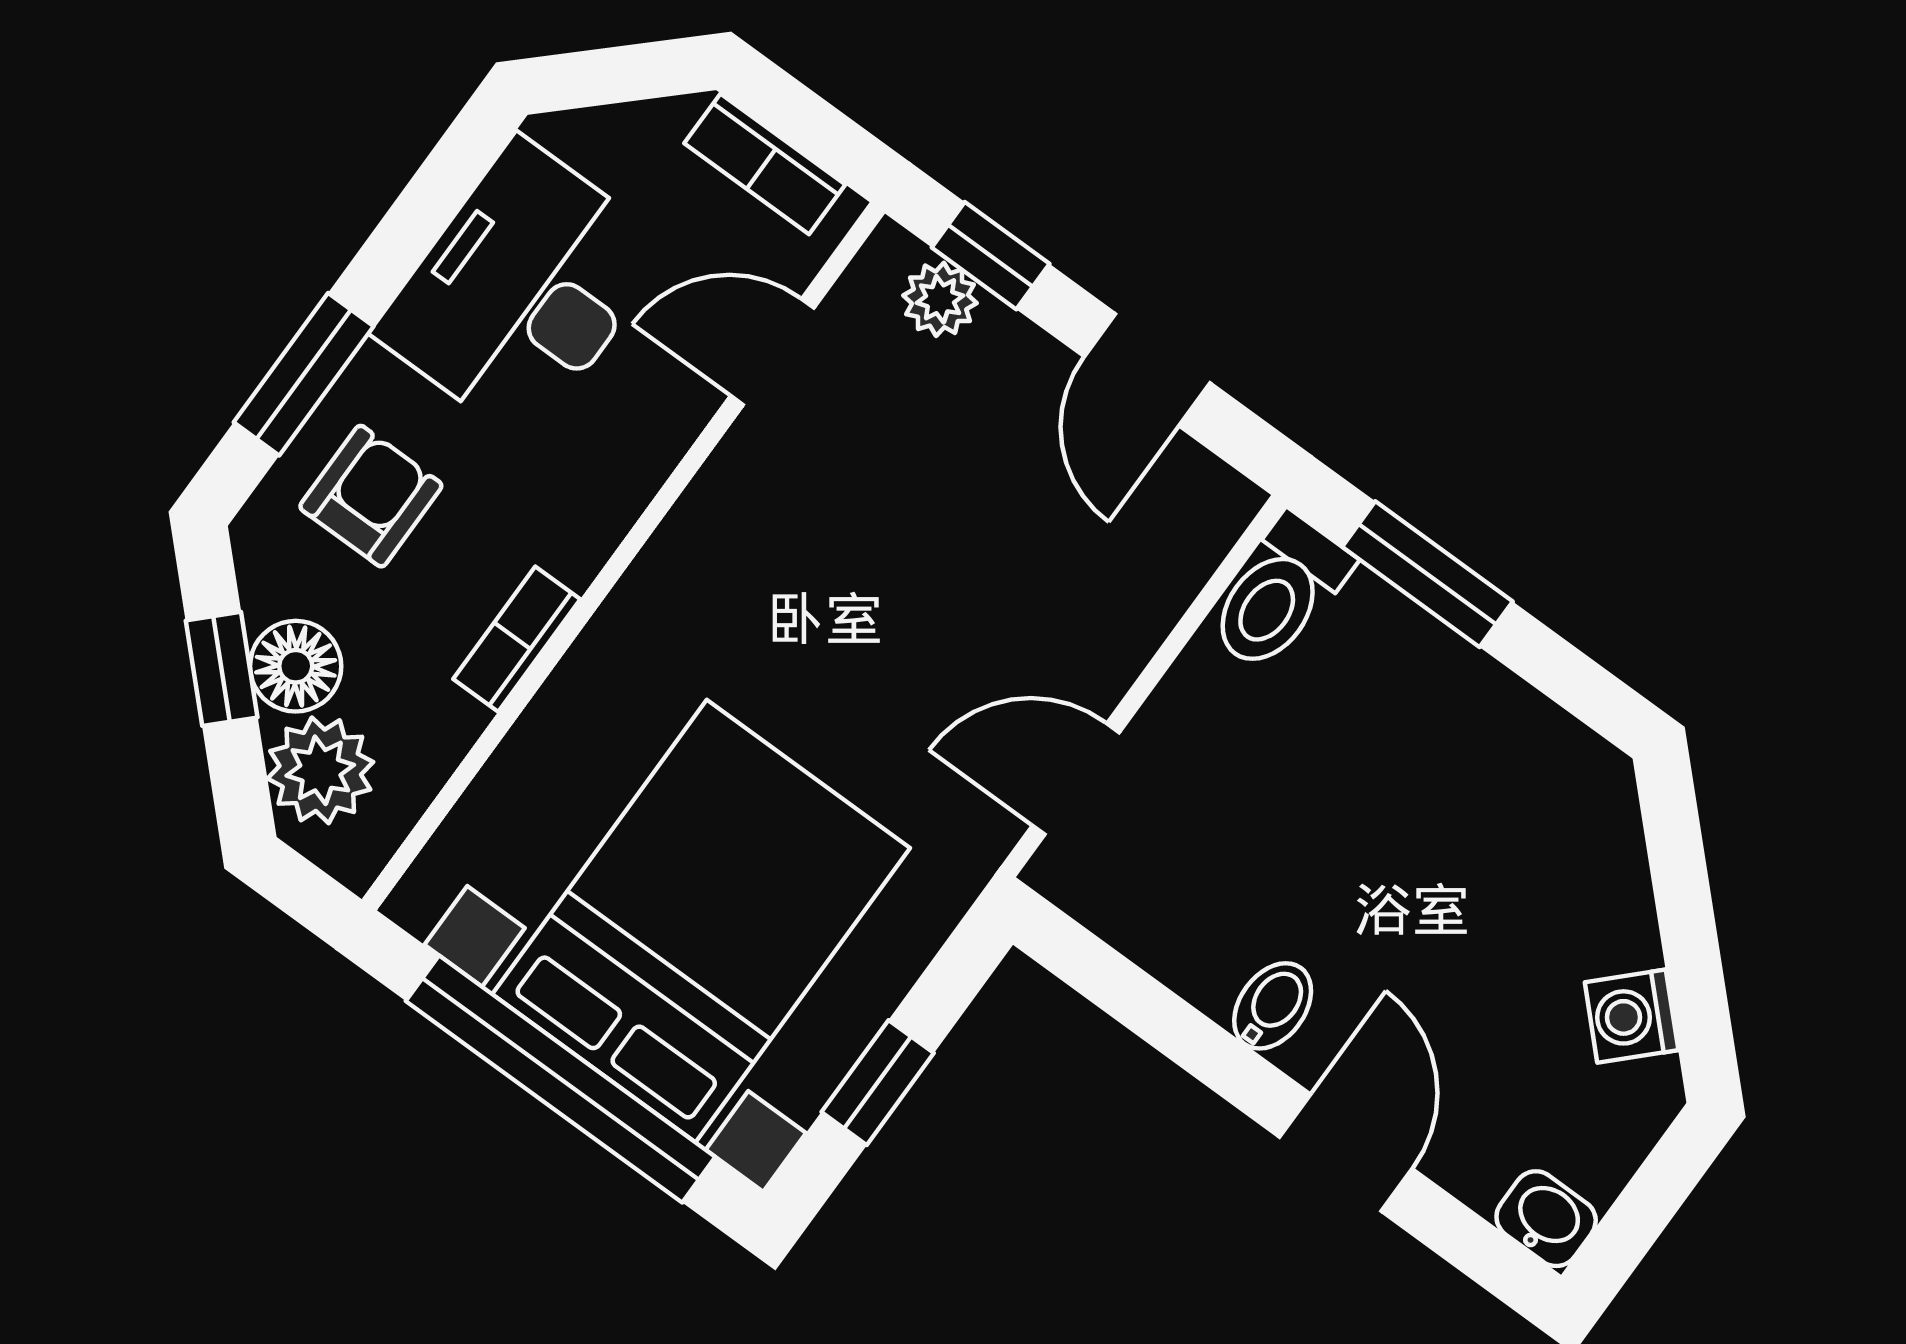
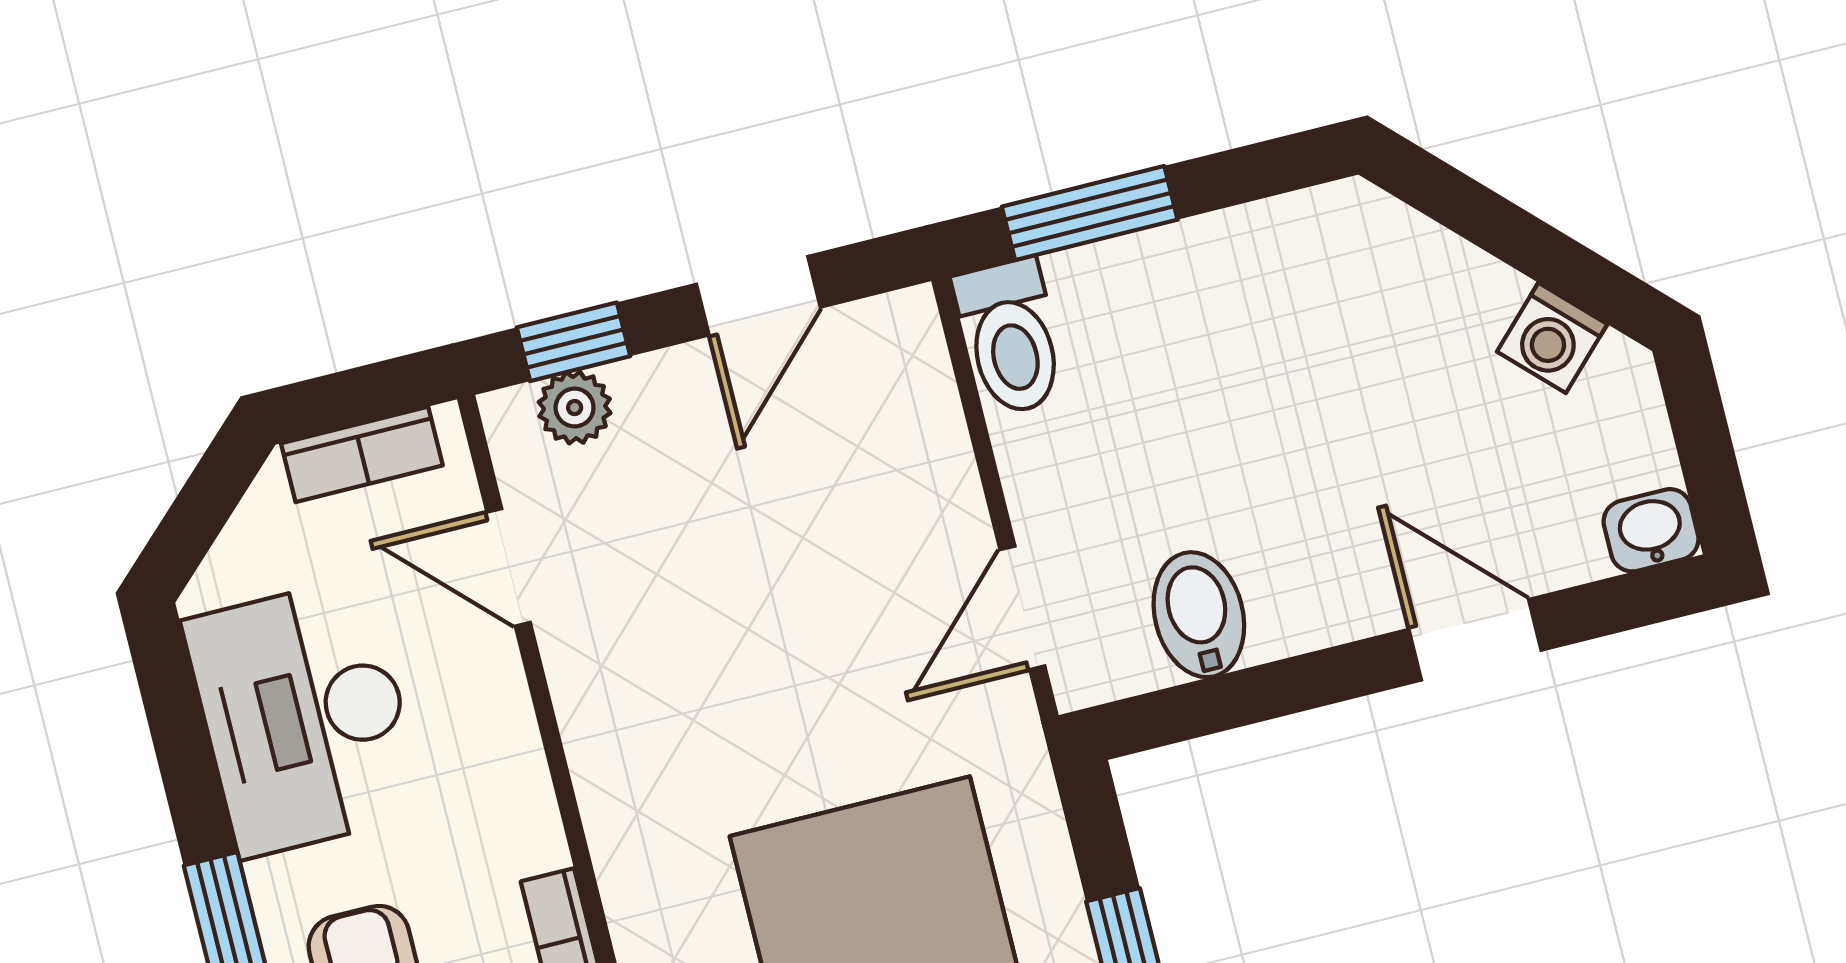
door: (772, 352) -> (509, 567), hinge flipped
door: (1147, 370) -> (758, 296), hinge flipped
bidet: (1273, 1006) -> (1199, 615), moved, width x1.38, depth x1.36

